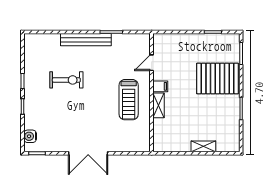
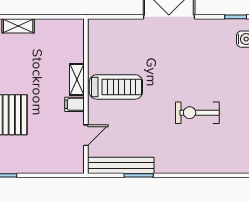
bench: (86, 40) -> (121, 165), moved
treadmill: (129, 100) -> (116, 87), turned 90

